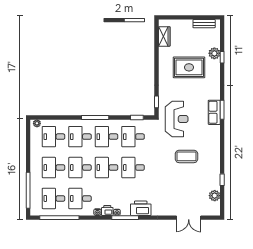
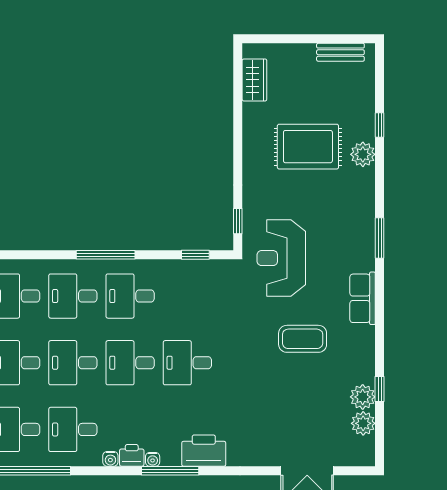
plant: (214, 53) -> (363, 154), moved
row of seats: (214, 112) -> (363, 298), moved
reception desk: (177, 119) -> (281, 258), turned 180
desk: (133, 137) -> (187, 296), removed
plant: (214, 183) -> (363, 397), added

